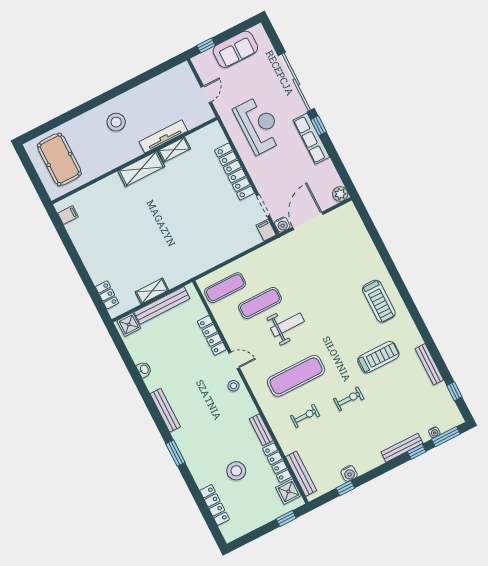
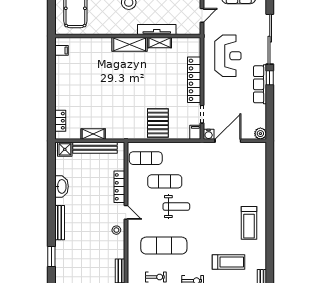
pallet: (219, 241) -> (158, 123), added
washbasin: (144, 369) -> (61, 186), width x1.91, depth x1.45

